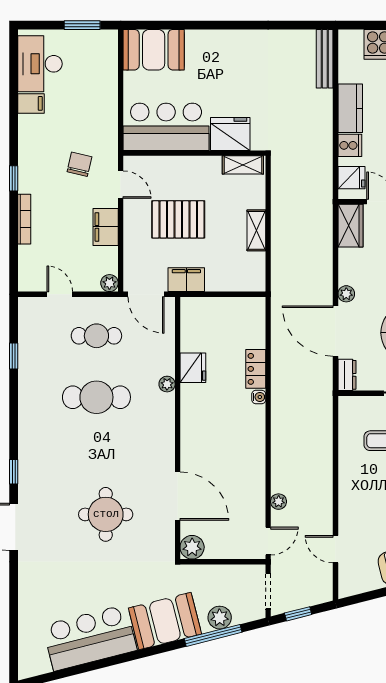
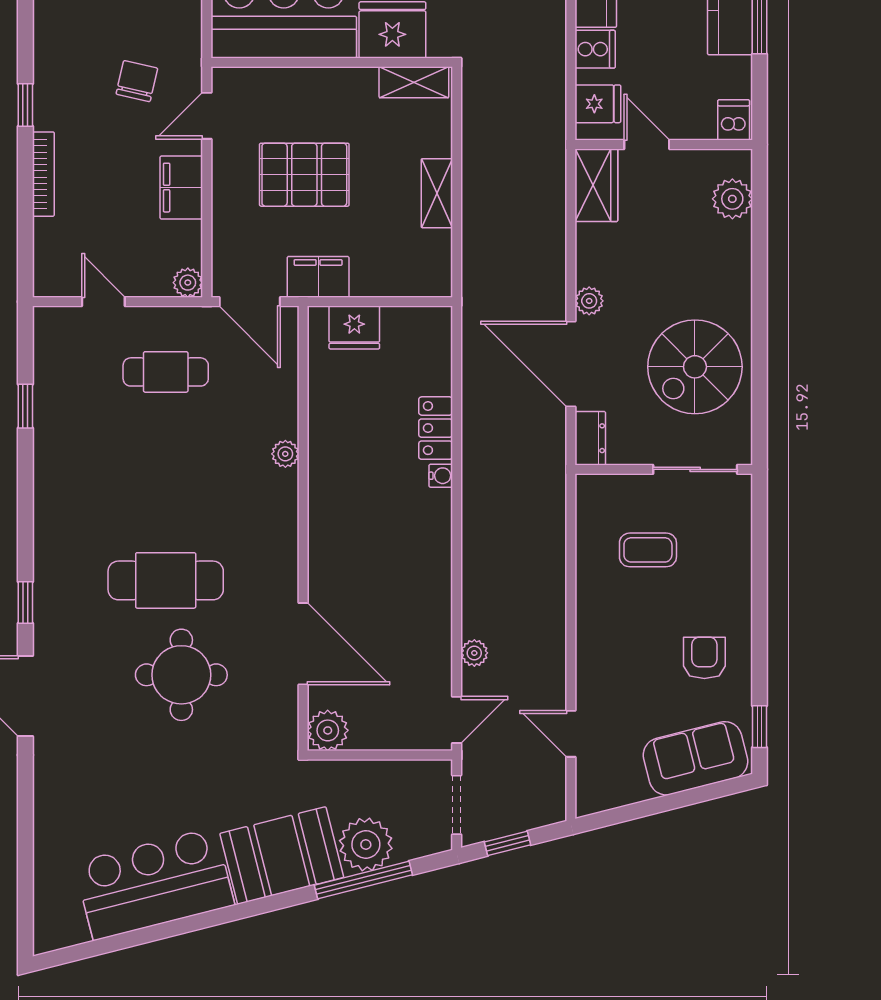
door: (121, 185) -> (207, 116), swing flipped
fridge: (193, 368) -> (354, 328), moved, turned 90
cafe table: (96, 397) -> (166, 580), moved
plant: (220, 618) -> (366, 844), width x1.36, depth x1.36

